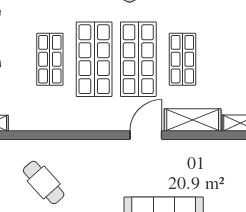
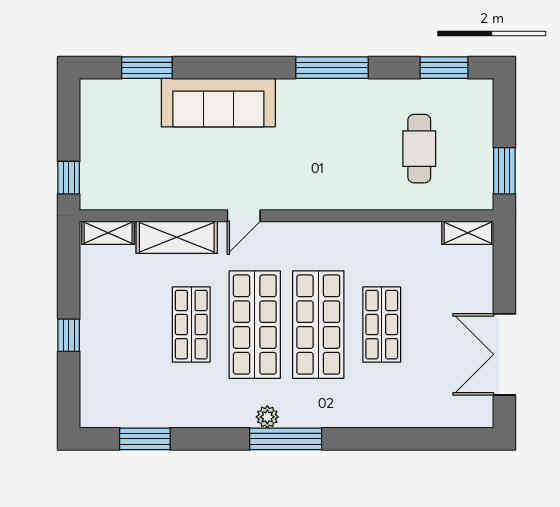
door: (146, 135) -> (244, 216), width x0.73
cafe table: (44, 182) -> (419, 149), moved, turned 42

